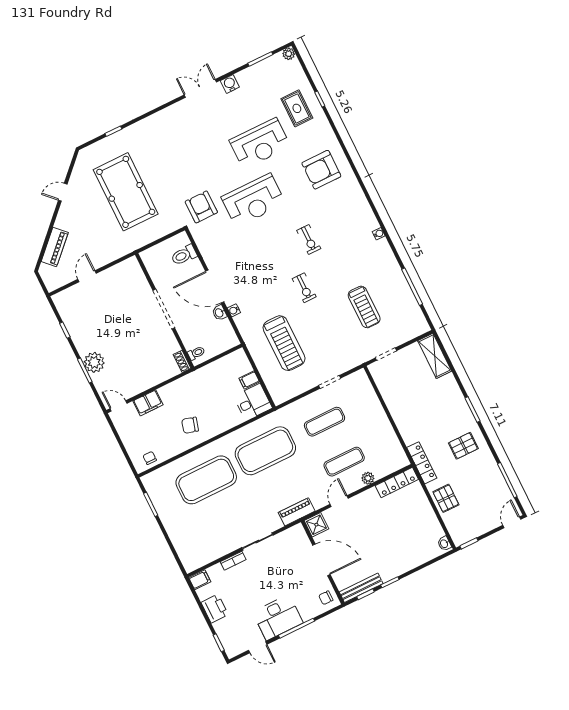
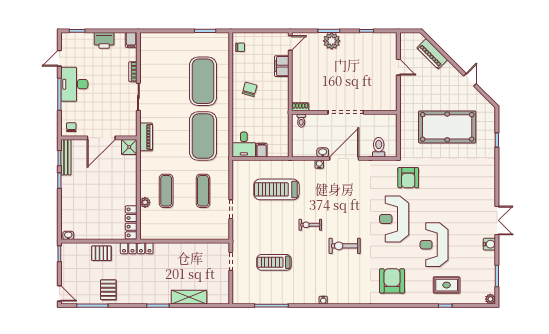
armchair: (201, 207) -> (408, 178), turned 90
exercise bike: (309, 239) -> (345, 246), width x1.38, depth x1.39
shelving: (435, 356) -> (189, 297), moved
pallet: (463, 446) -> (108, 290), moved
door: (339, 501) -> (138, 173), removed

